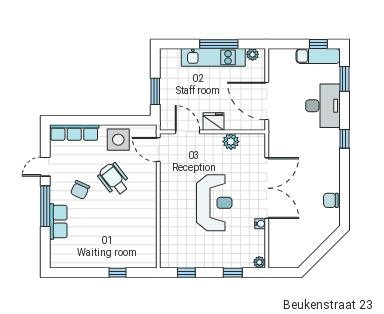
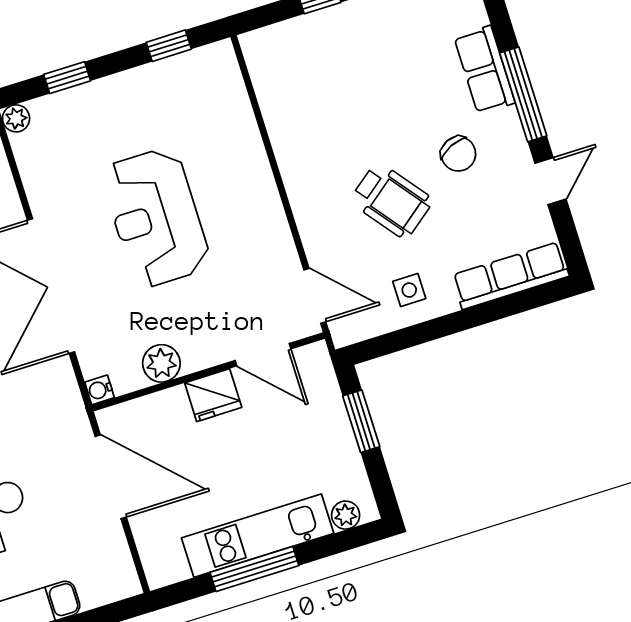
plant: (253, 54) -> (346, 515), moved
side table: (118, 140) -> (409, 290), width x0.54, depth x0.54
chair: (80, 190) -> (458, 154), turned 132
water cooler: (260, 224) -> (99, 390), moved

